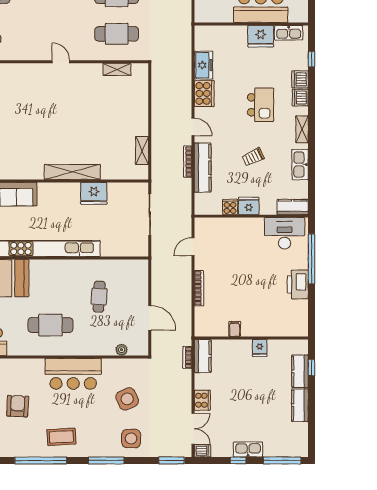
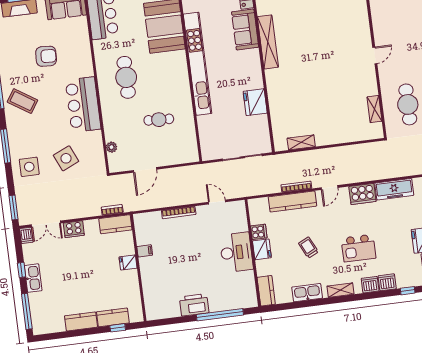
freezer: (204, 65) -> (394, 189), width x1.40
shelving: (72, 172) -> (268, 42), moved
desk: (285, 233) -> (236, 252), moved
fridge: (260, 348) -> (128, 263), moved
coffee table: (61, 437) -> (22, 101), turned -54

